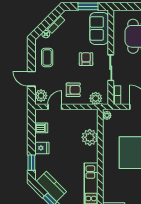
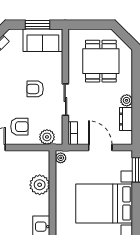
sofa: (99, 28) -> (43, 40), moved, turned -90
armchair: (86, 59) -> (35, 89), turned -90

